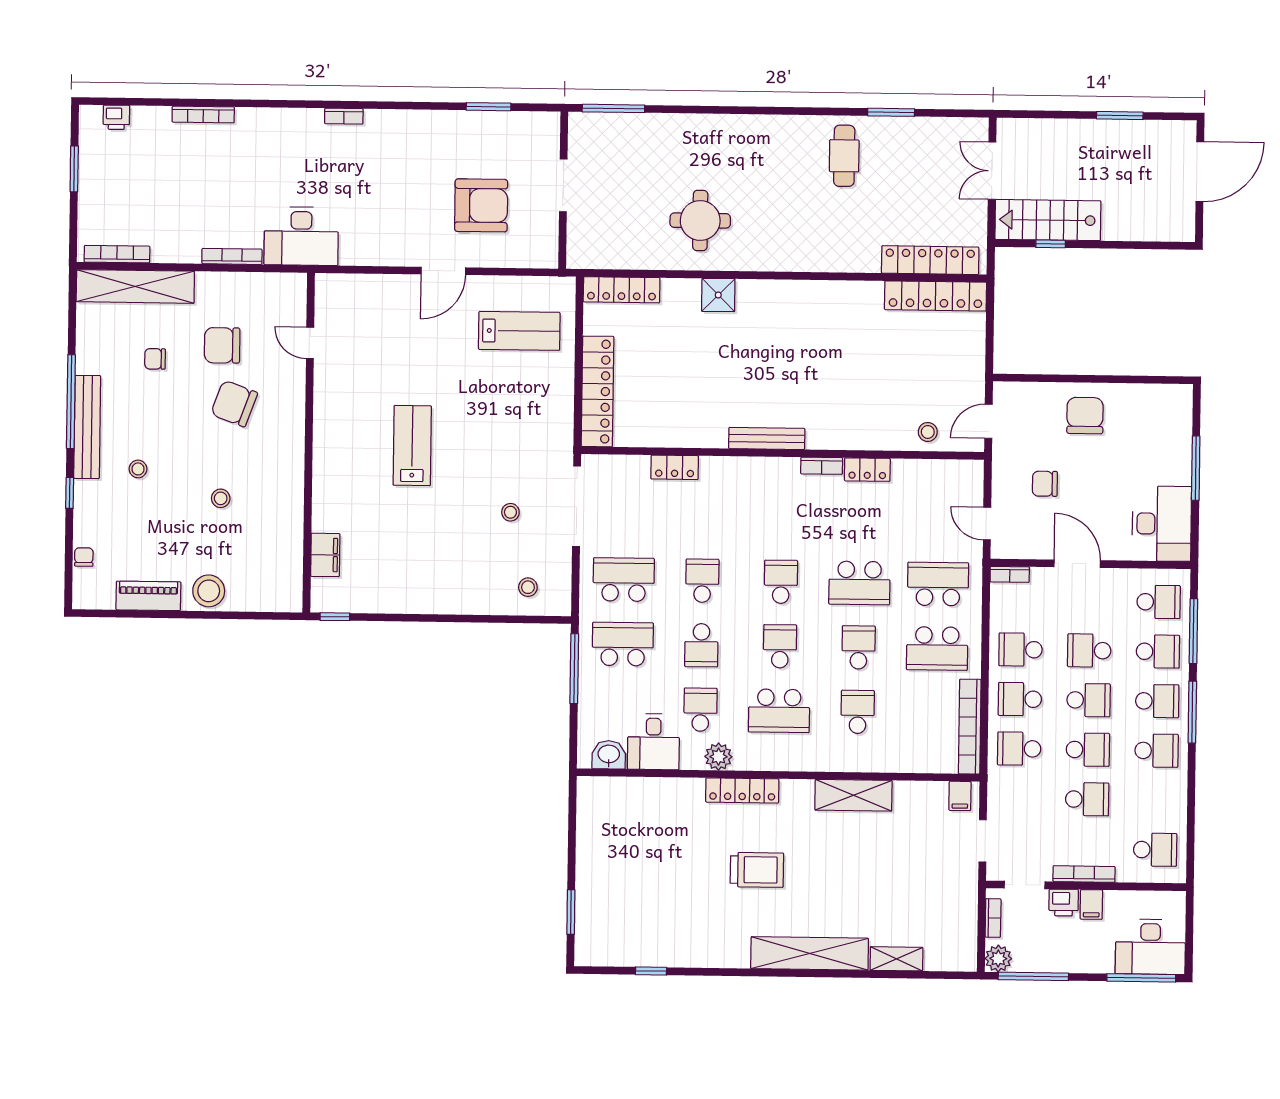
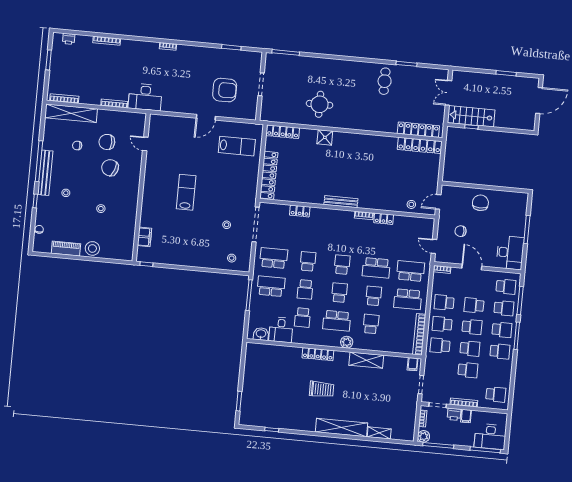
school desk: (700, 710) -> (303, 317), turned 180
plant: (718, 757) -> (347, 342), moved

